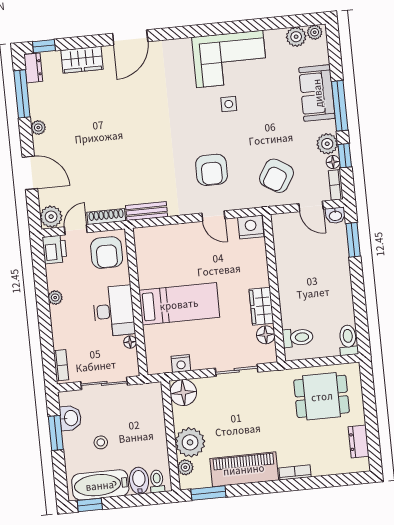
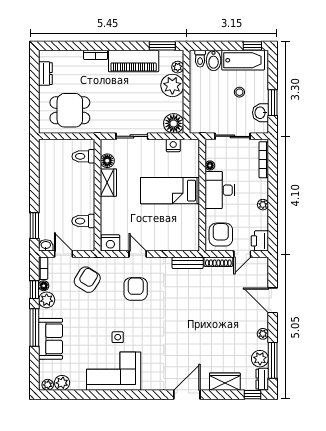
plant: (51, 217) -> (260, 359), moved
toilet: (348, 340) -> (83, 221), moved, turned 90
bookcase: (61, 365) -> (264, 160), width x1.56

